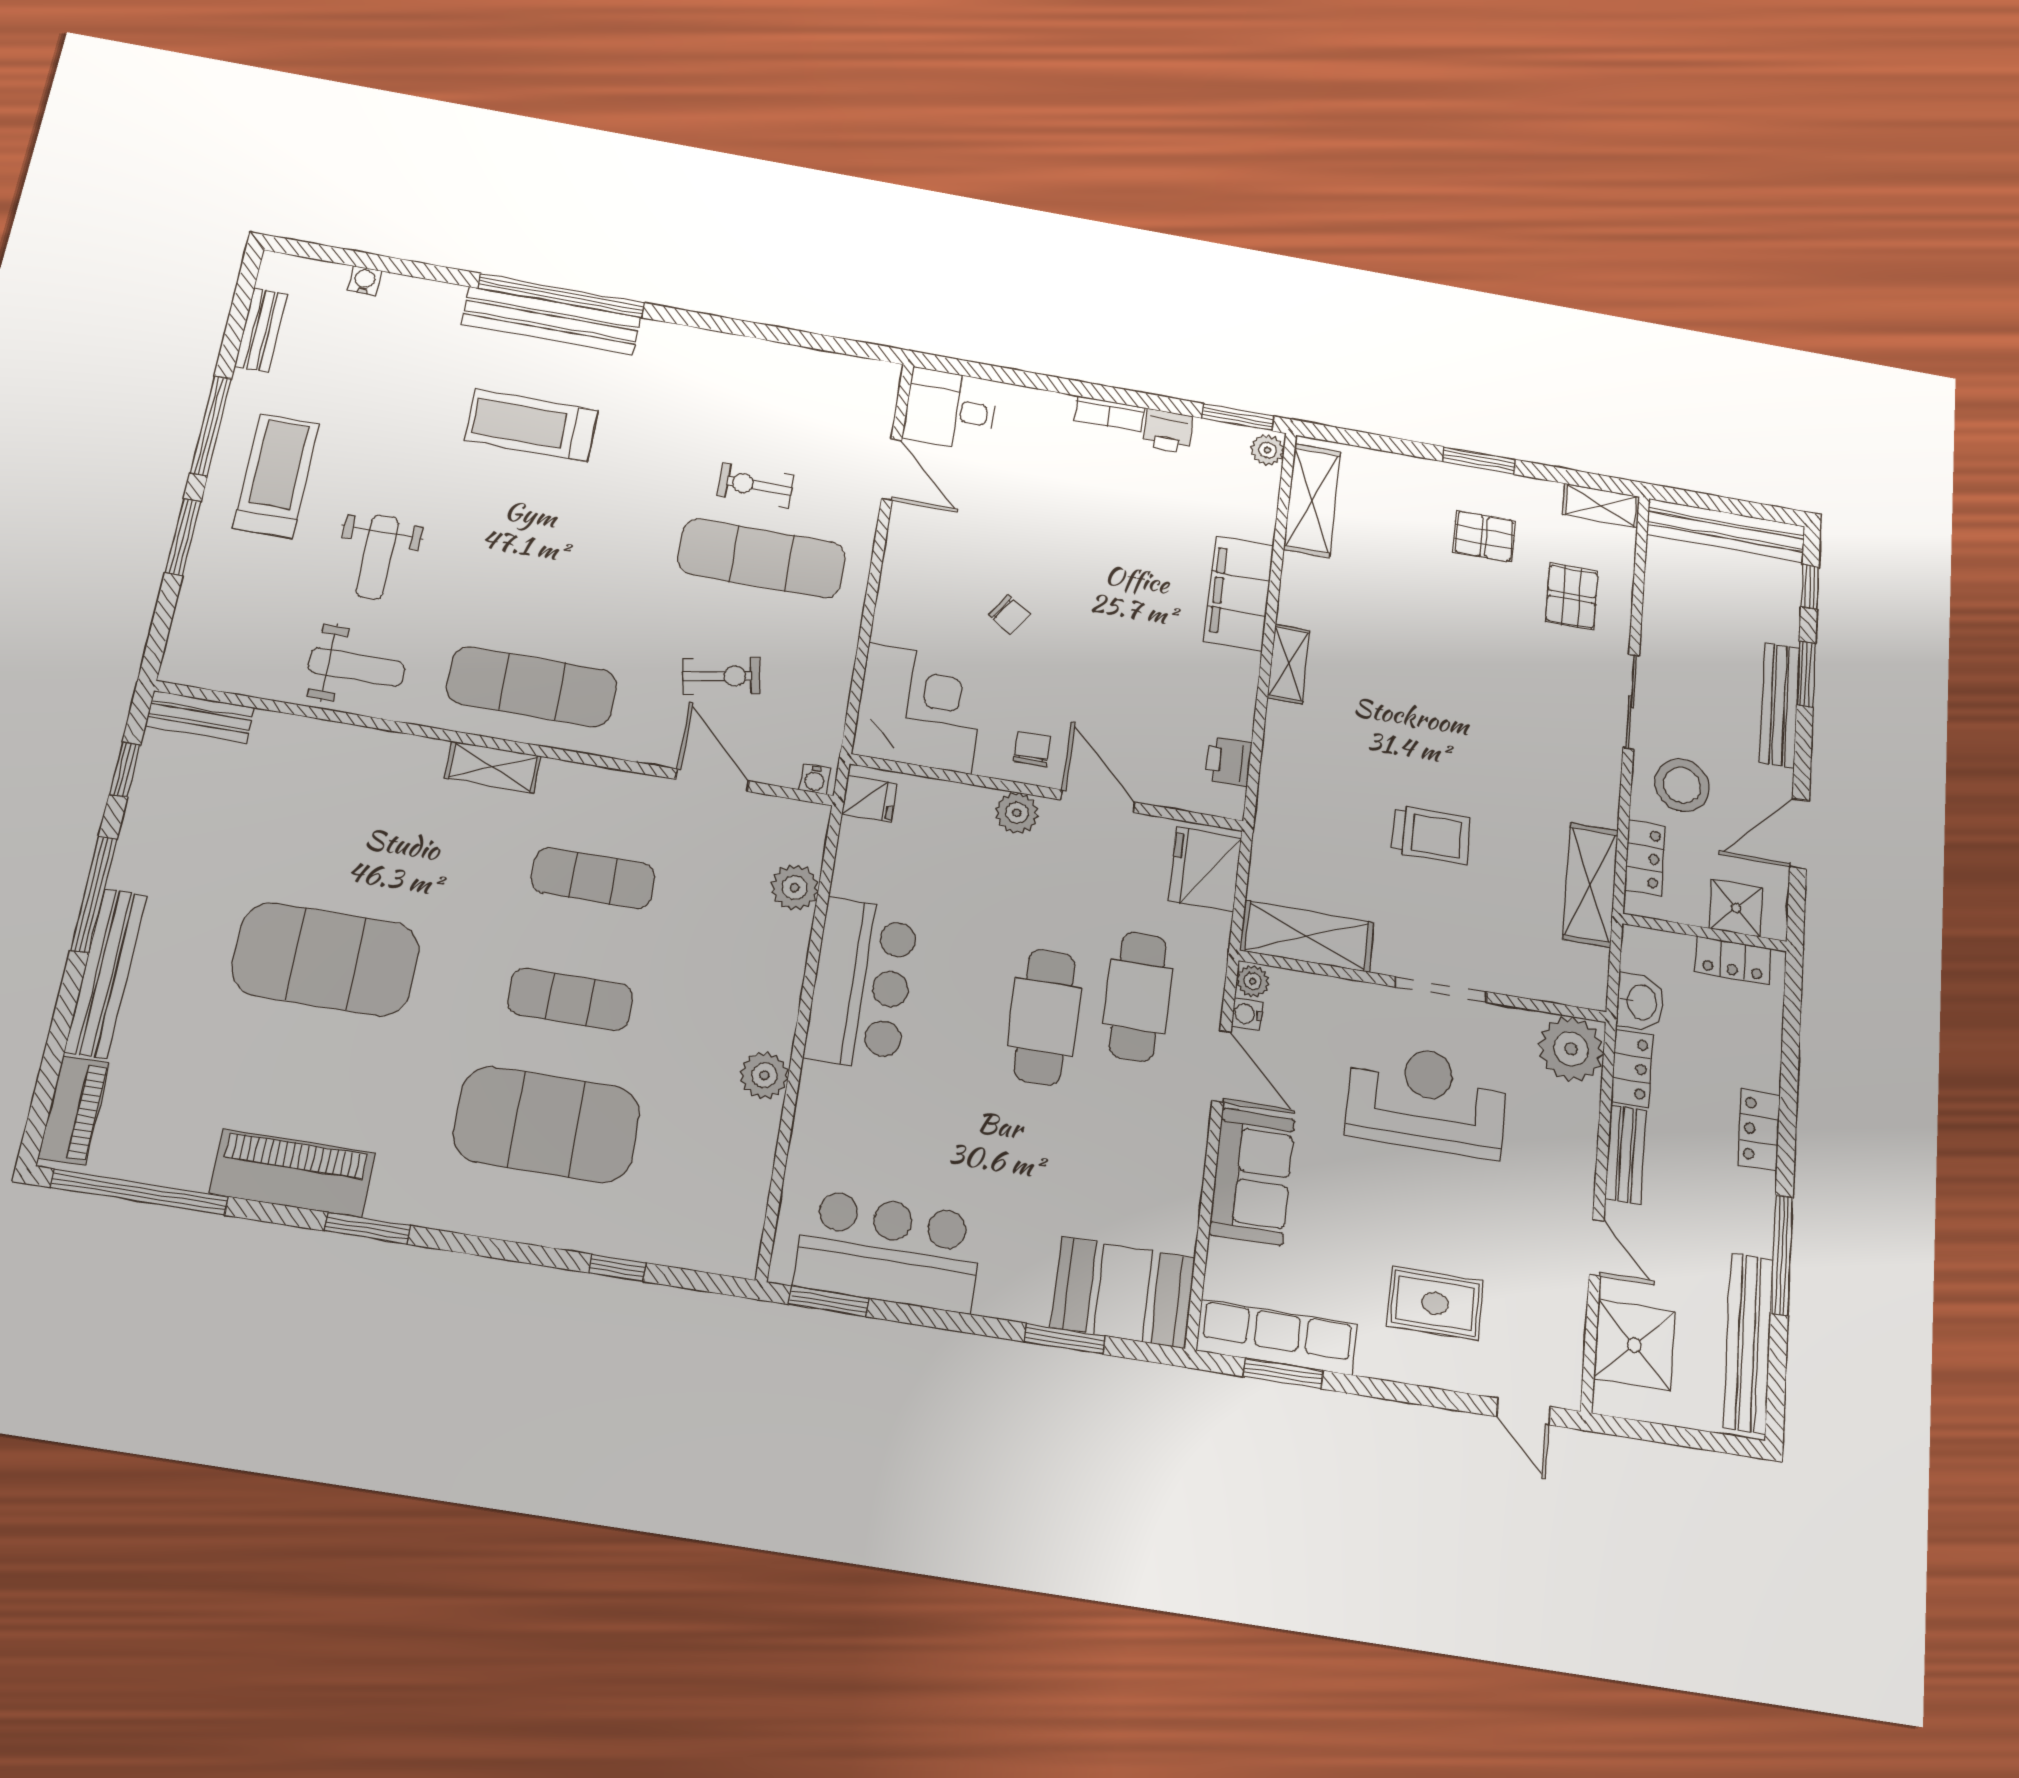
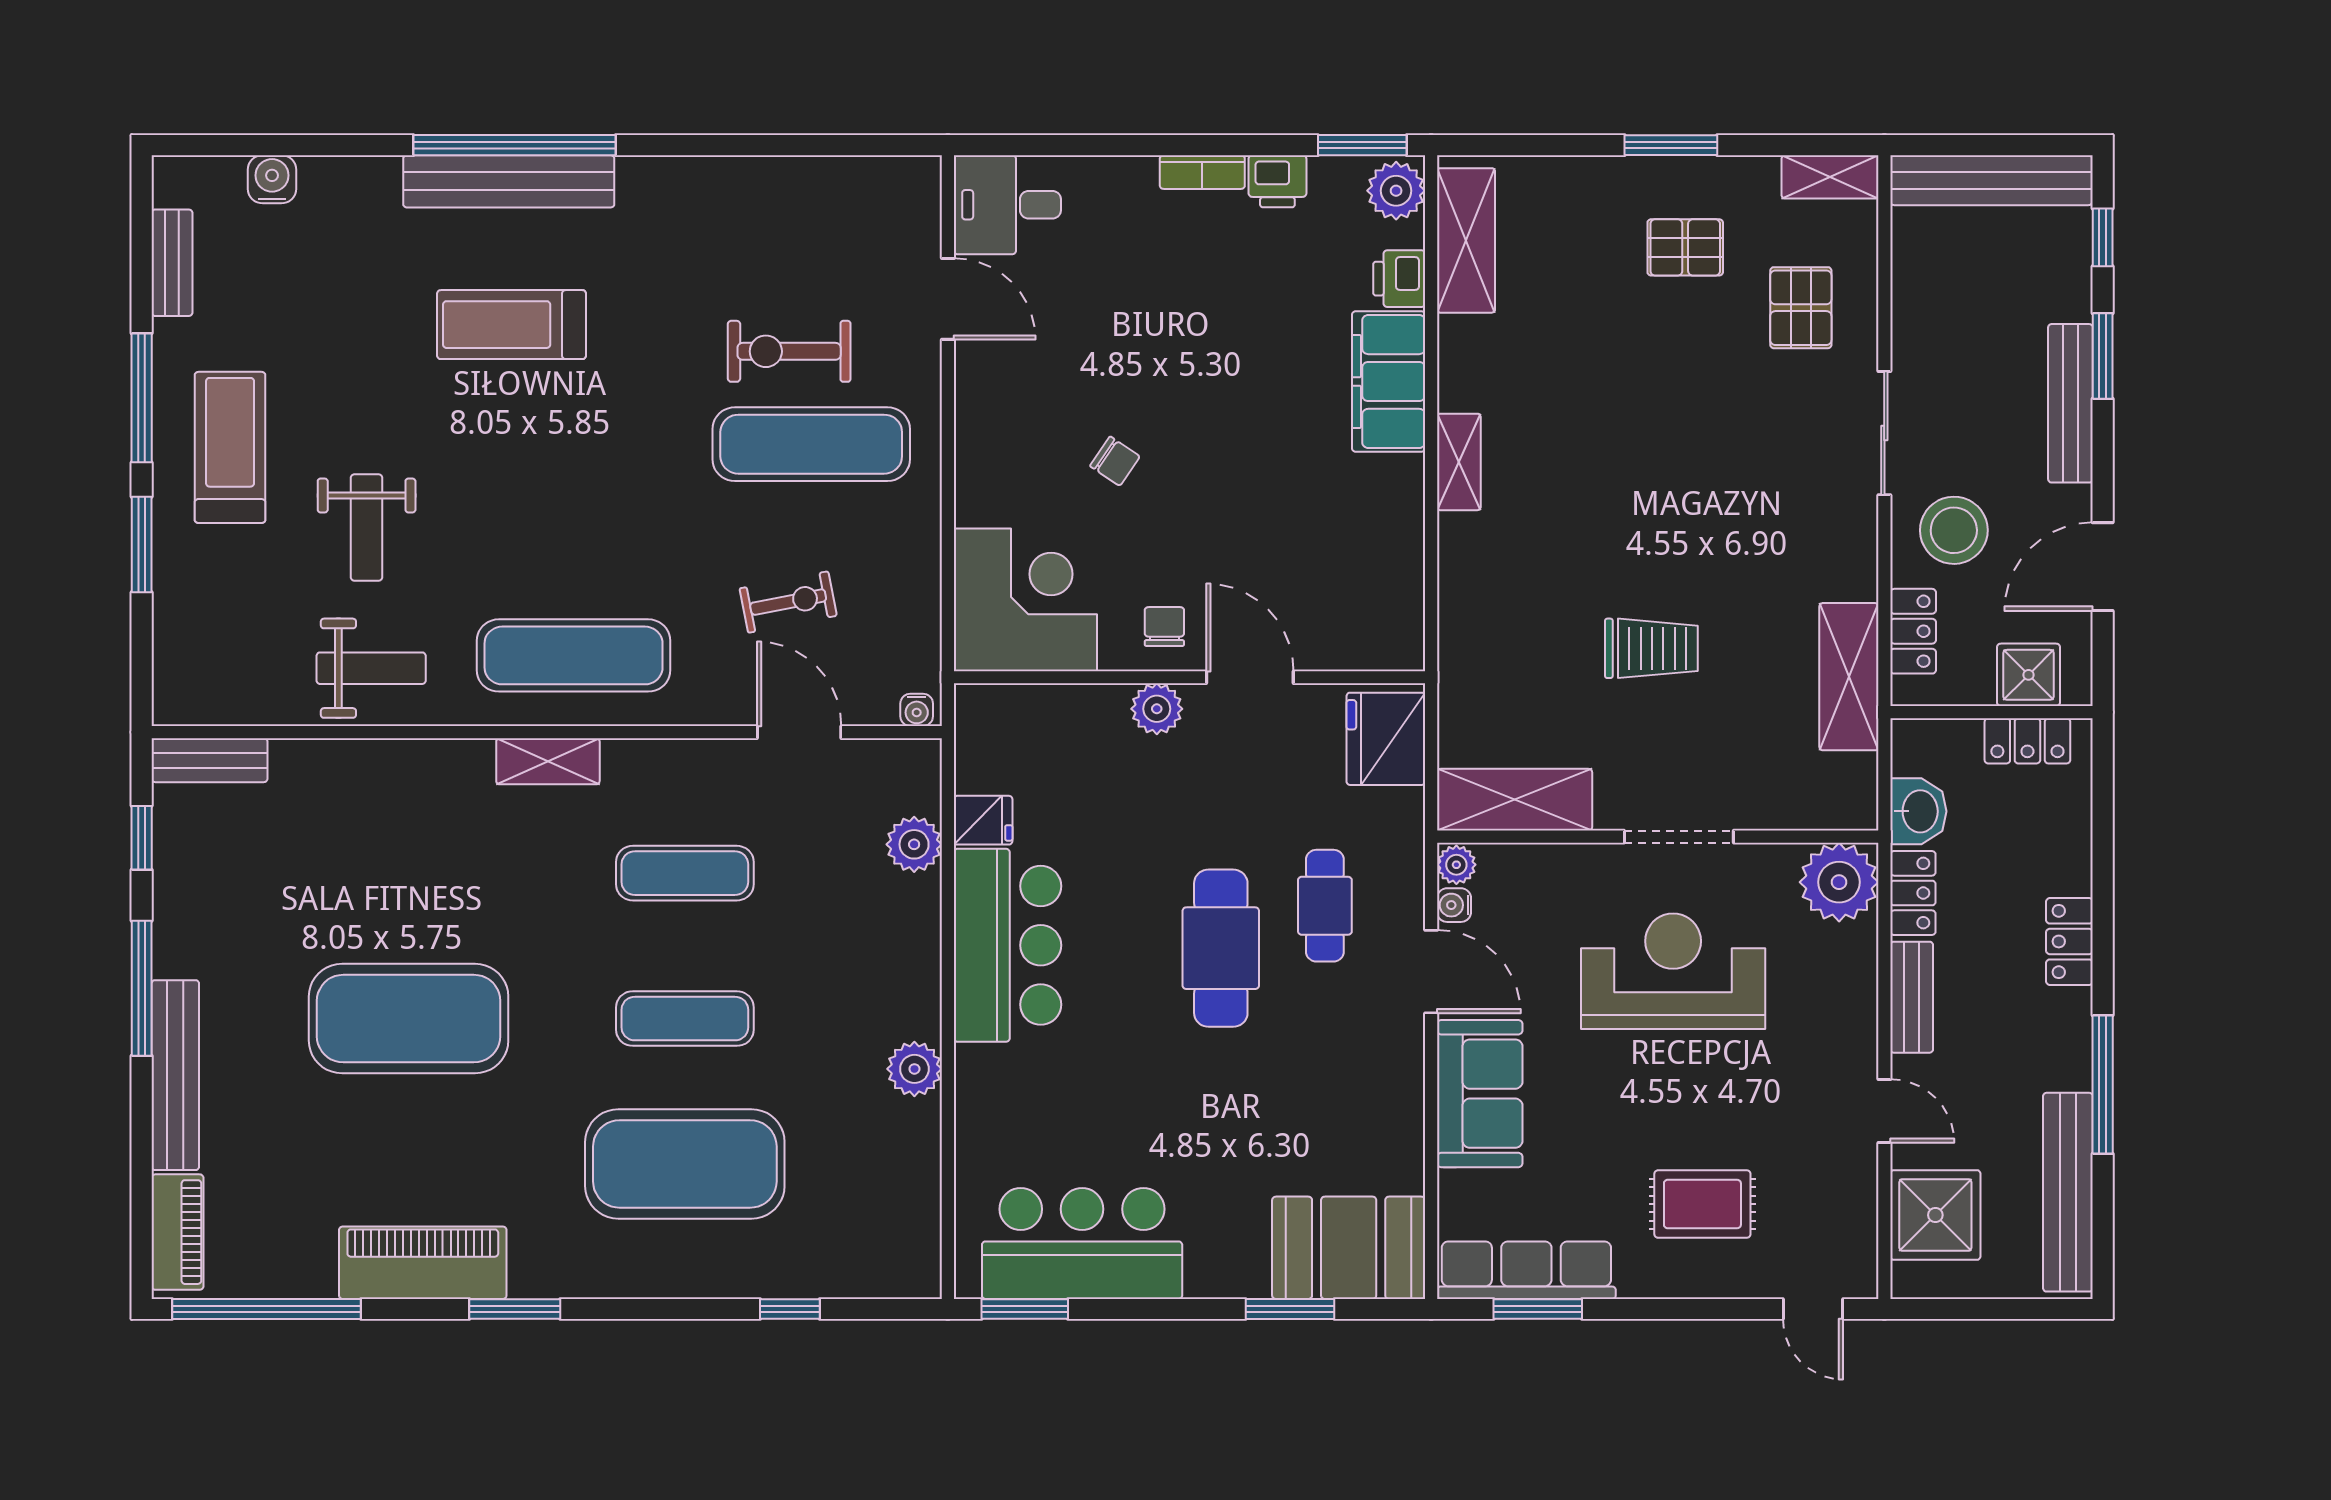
water cooler: (365, 281) -> (272, 179), width x1.38, depth x1.38
plant: (1268, 450) -> (1396, 191), width x1.38, depth x1.38
exercise bike: (756, 485) -> (789, 351), width x1.38, depth x1.39
printer: (1228, 761) -> (1399, 279), moved
fridge: (869, 799) -> (983, 820), moved
cafe table: (1138, 996) -> (1325, 906), width x0.73, depth x0.74

